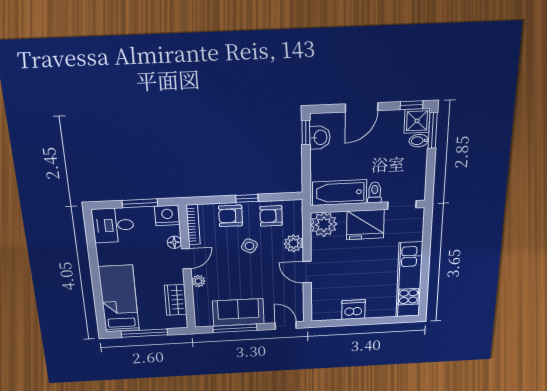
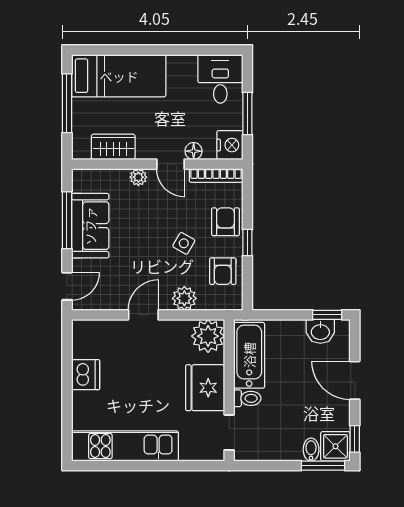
armchair: (271, 216) -> (223, 271), turned 180

